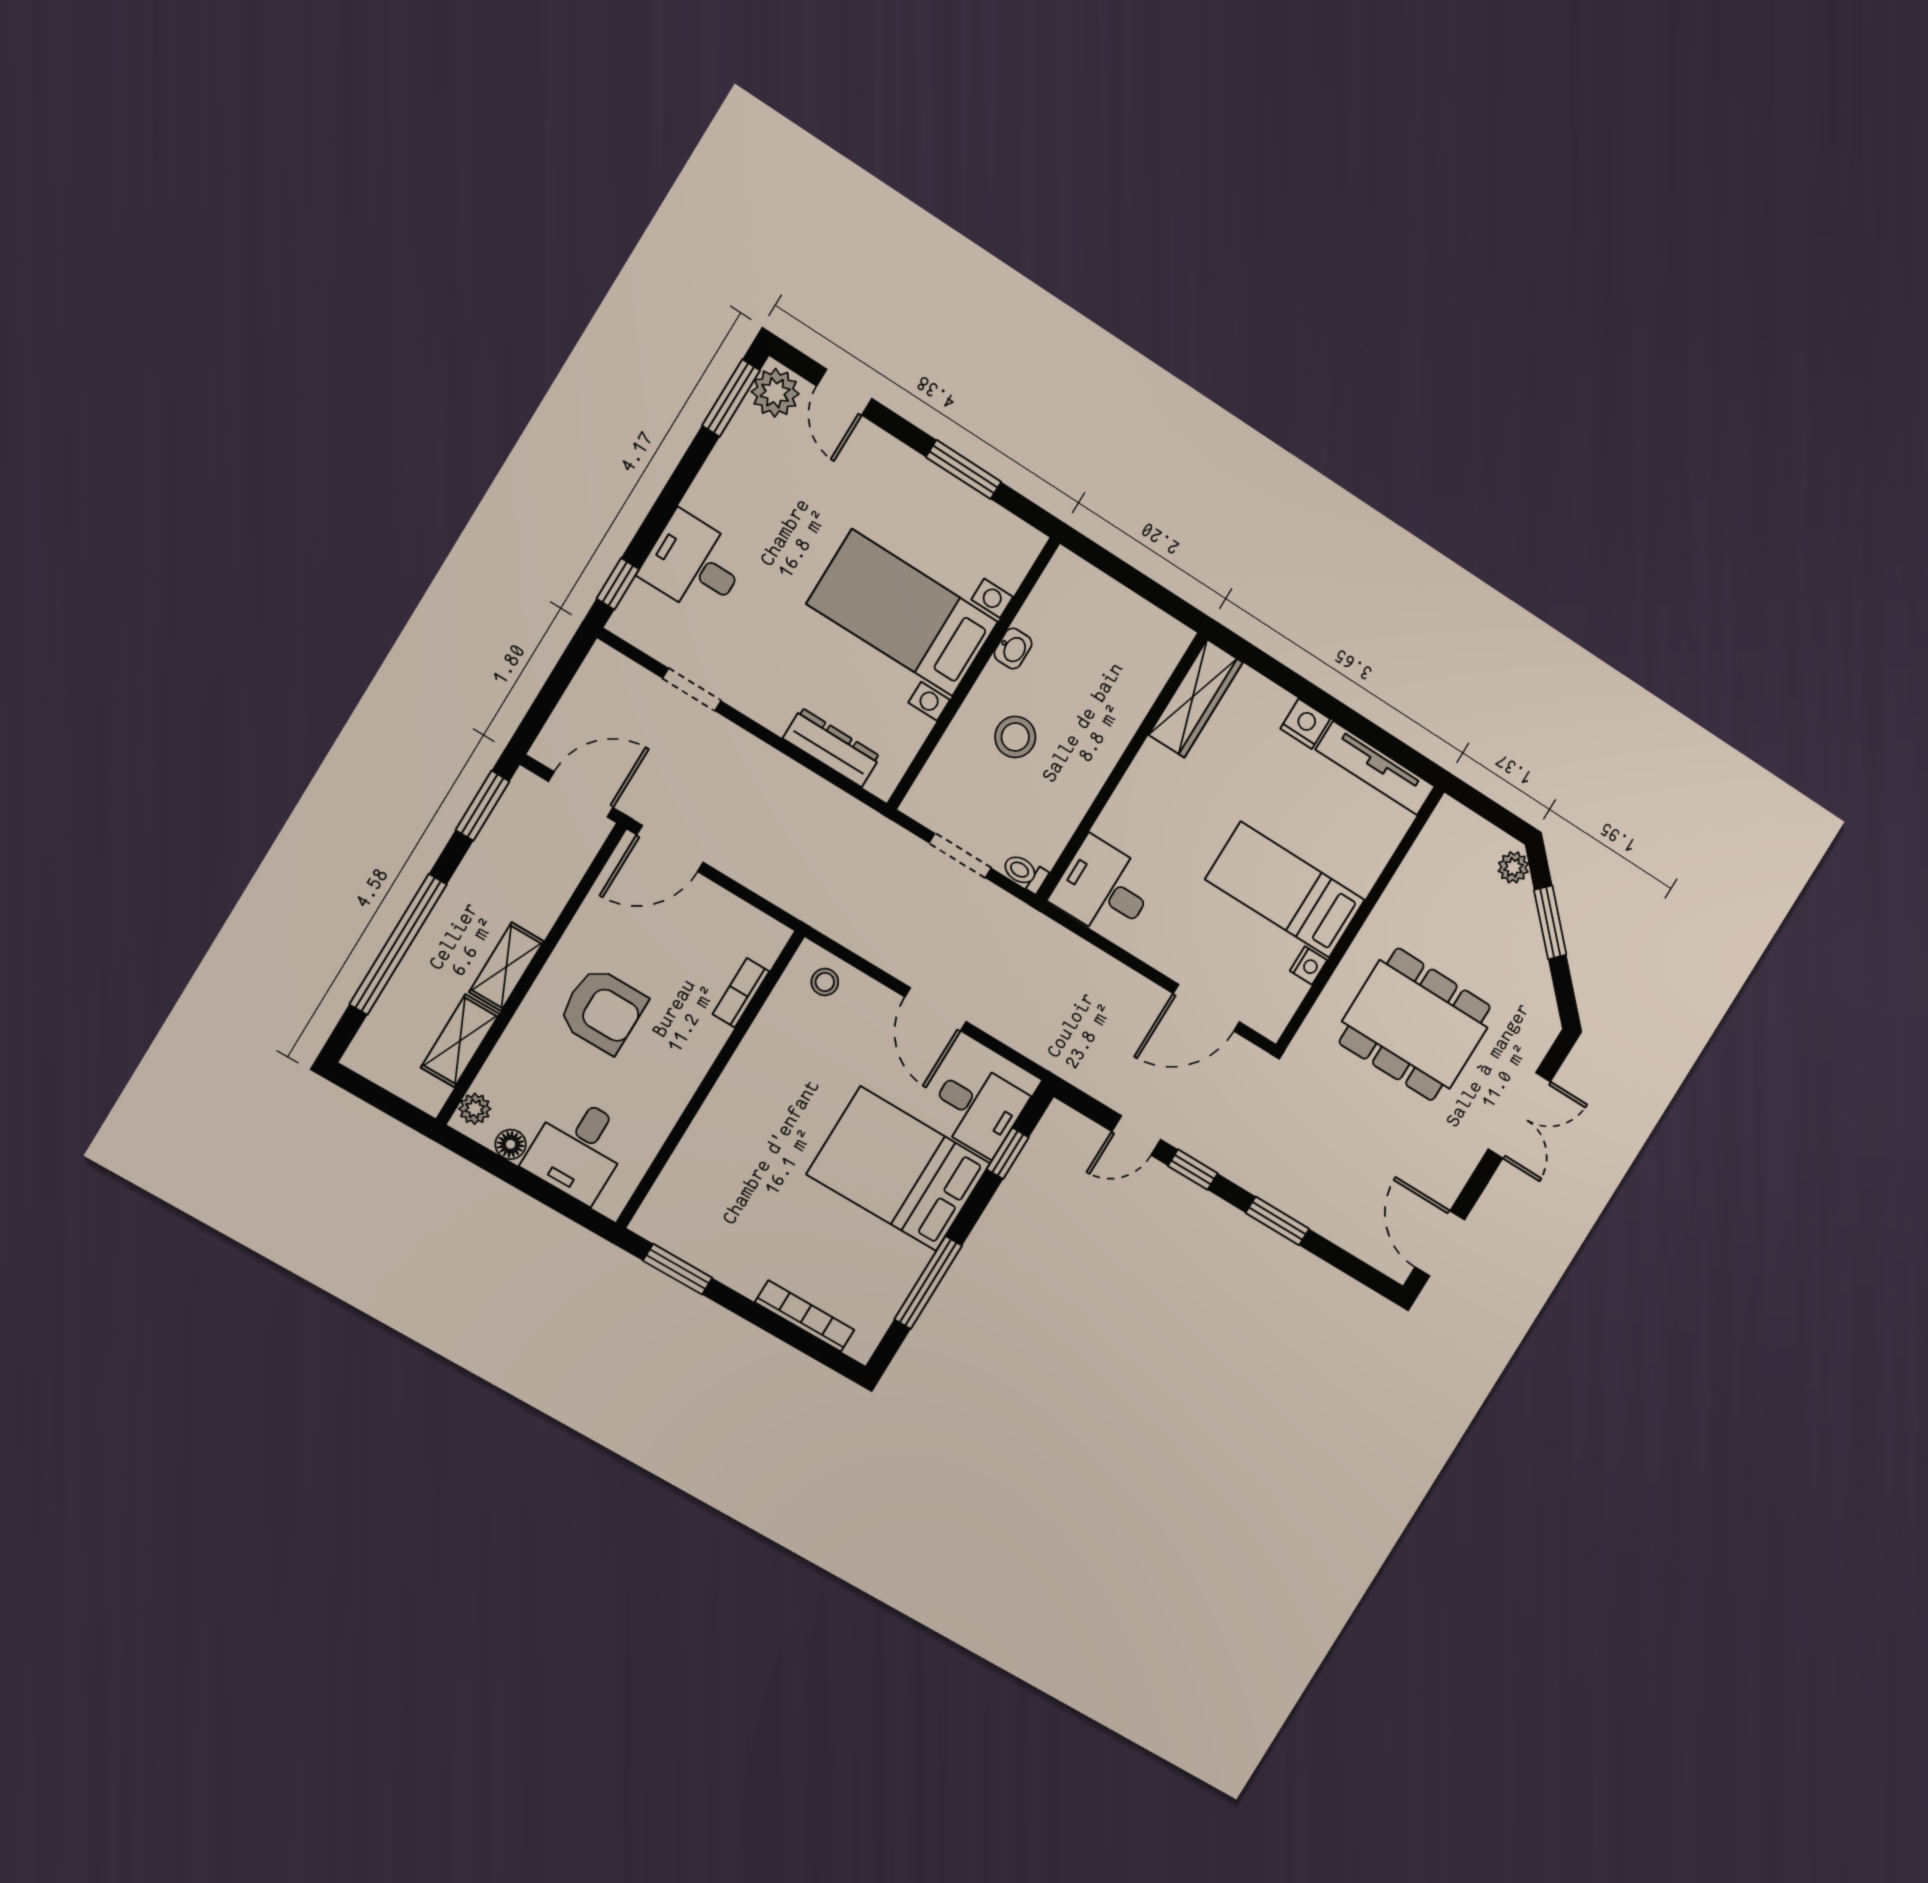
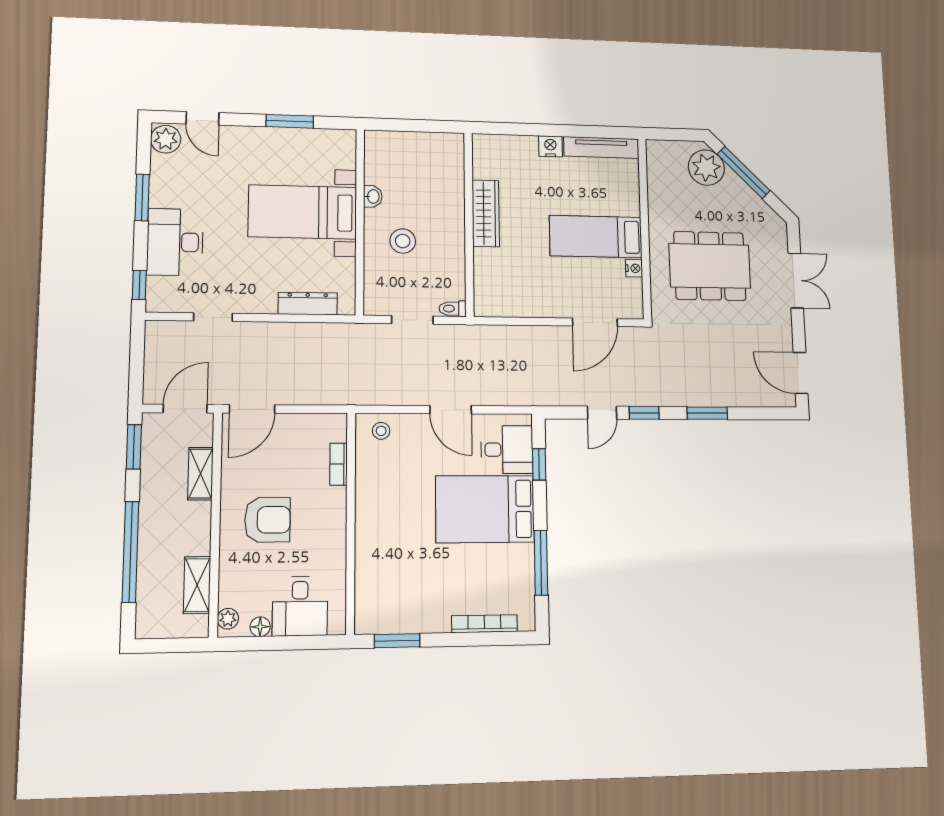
window: (731, 398) -> (142, 197), moved
desk: (694, 564) -> (175, 242), width x1.37
wardrobe: (1196, 699) -> (486, 213), moved
plant: (1513, 867) -> (706, 168), width x1.87, depth x1.87
desk: (1104, 889) -> (500, 292), removed
window: (1550, 922) -> (744, 172), width x1.44
shelving: (506, 967) -> (200, 474), moved

